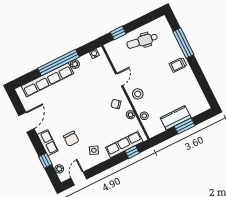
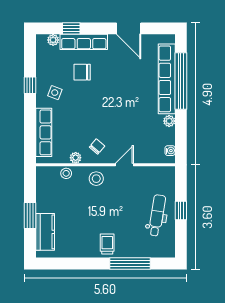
window: (118, 33) -> (181, 211), moved
window: (58, 63) -> (181, 81), moved
door: (119, 80) -> (124, 165), swing flipped
kitchen counter: (176, 118) -> (45, 232), moved
row of seats: (48, 143) -> (84, 42), width x1.48
window: (132, 152) -> (30, 85), moved
door: (79, 178) -> (30, 58), removed

